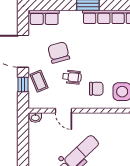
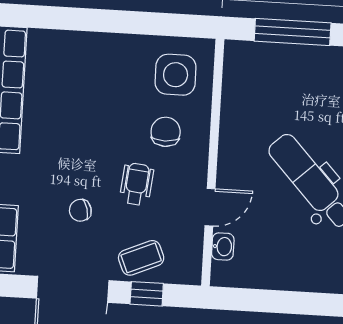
chair: (59, 52) -> (80, 210), width x0.54, depth x0.54
washbasin: (35, 117) -> (223, 246), moved

